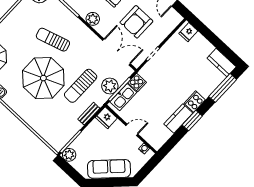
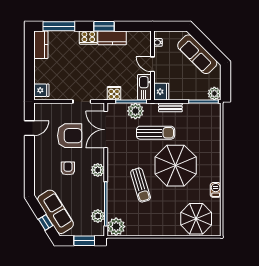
kitchen sink: (123, 97) -> (144, 87), moved, turned -90

